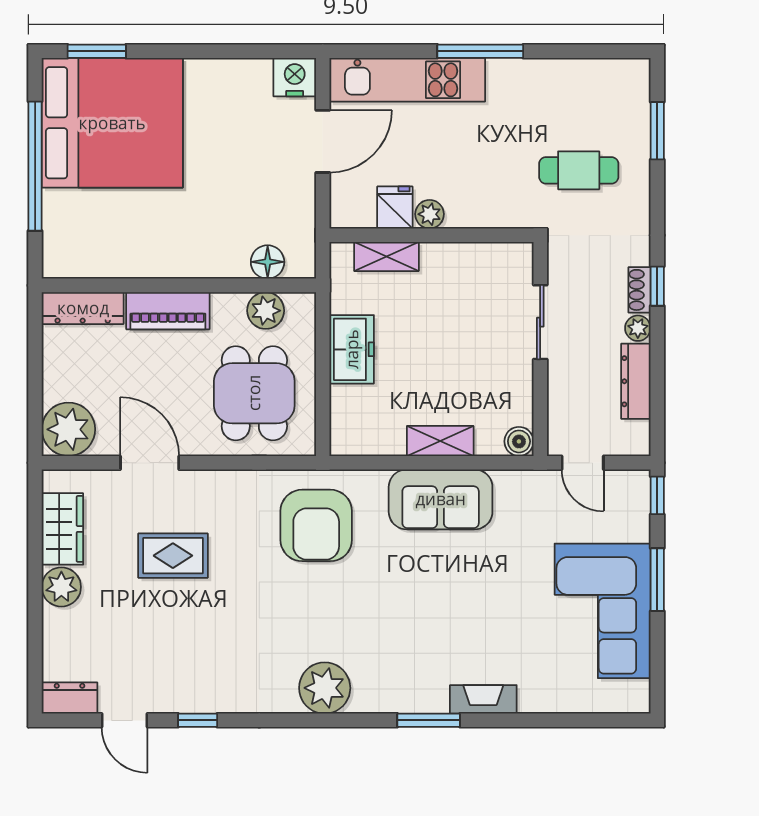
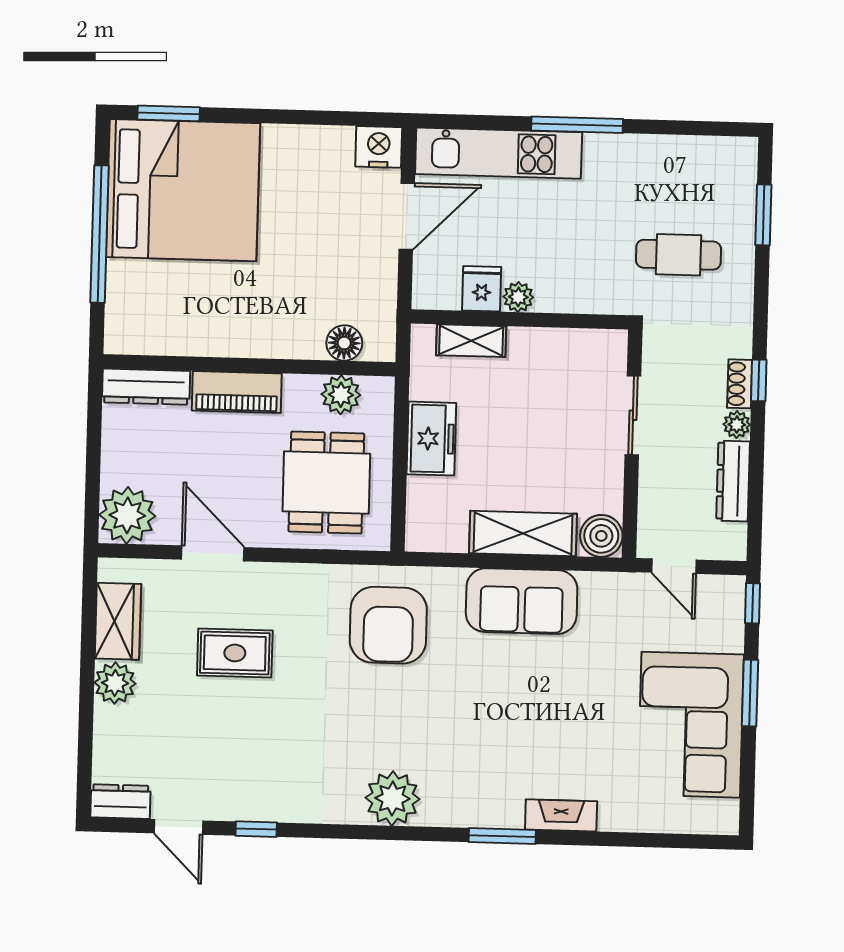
shelving: (440, 441) -> (523, 534), width x1.50, depth x1.33
boiler: (519, 441) -> (601, 536), width x1.36, depth x1.36

